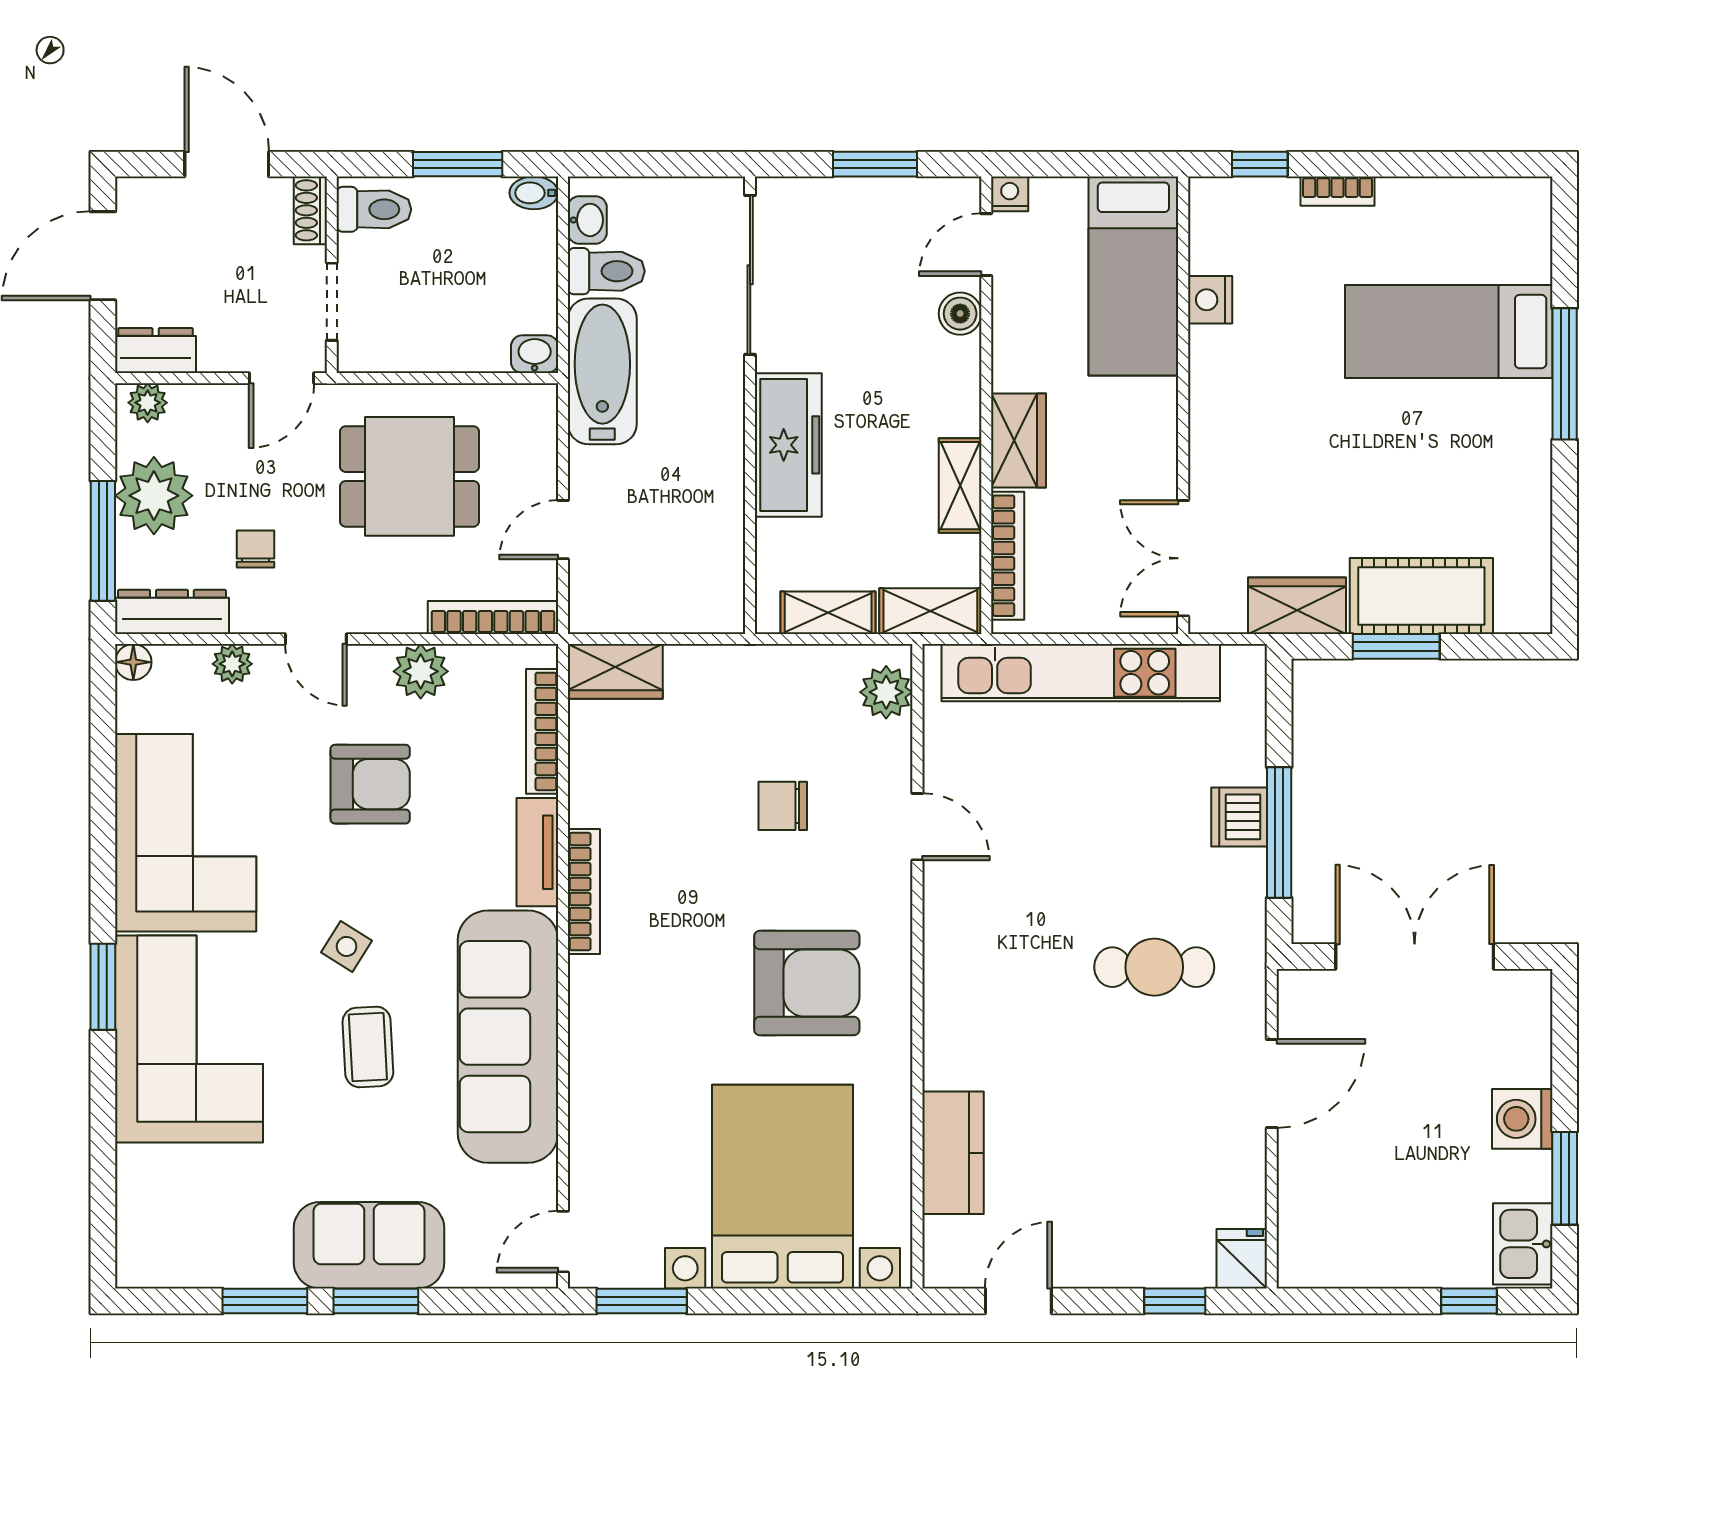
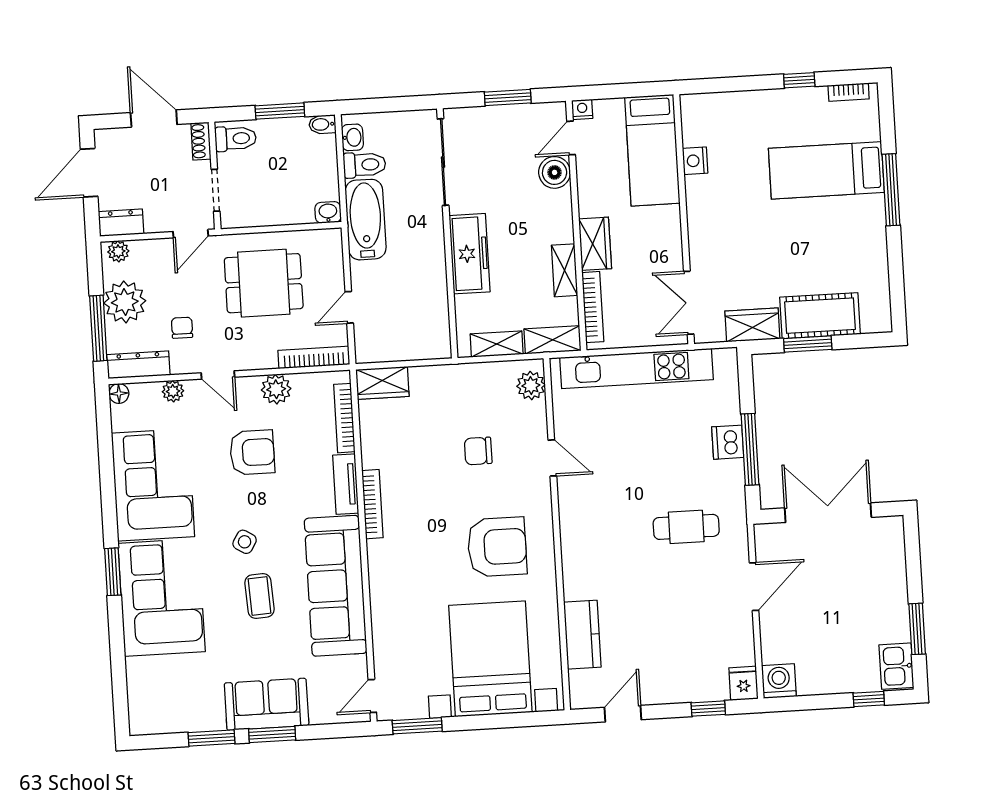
window: (1260, 164) -> (799, 80), moved
bookcase: (1338, 191) -> (849, 92), moved
boiler: (960, 314) -> (555, 172), width x1.36, depth x1.36
washing machine: (1522, 1119) -> (779, 681), moved, turned 90

